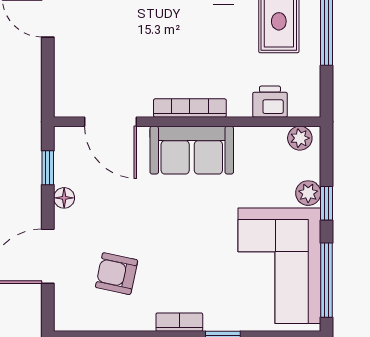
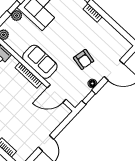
door: (110, 122) -> (57, 94), swing flipped
armchair: (117, 274) -> (84, 59), moved

